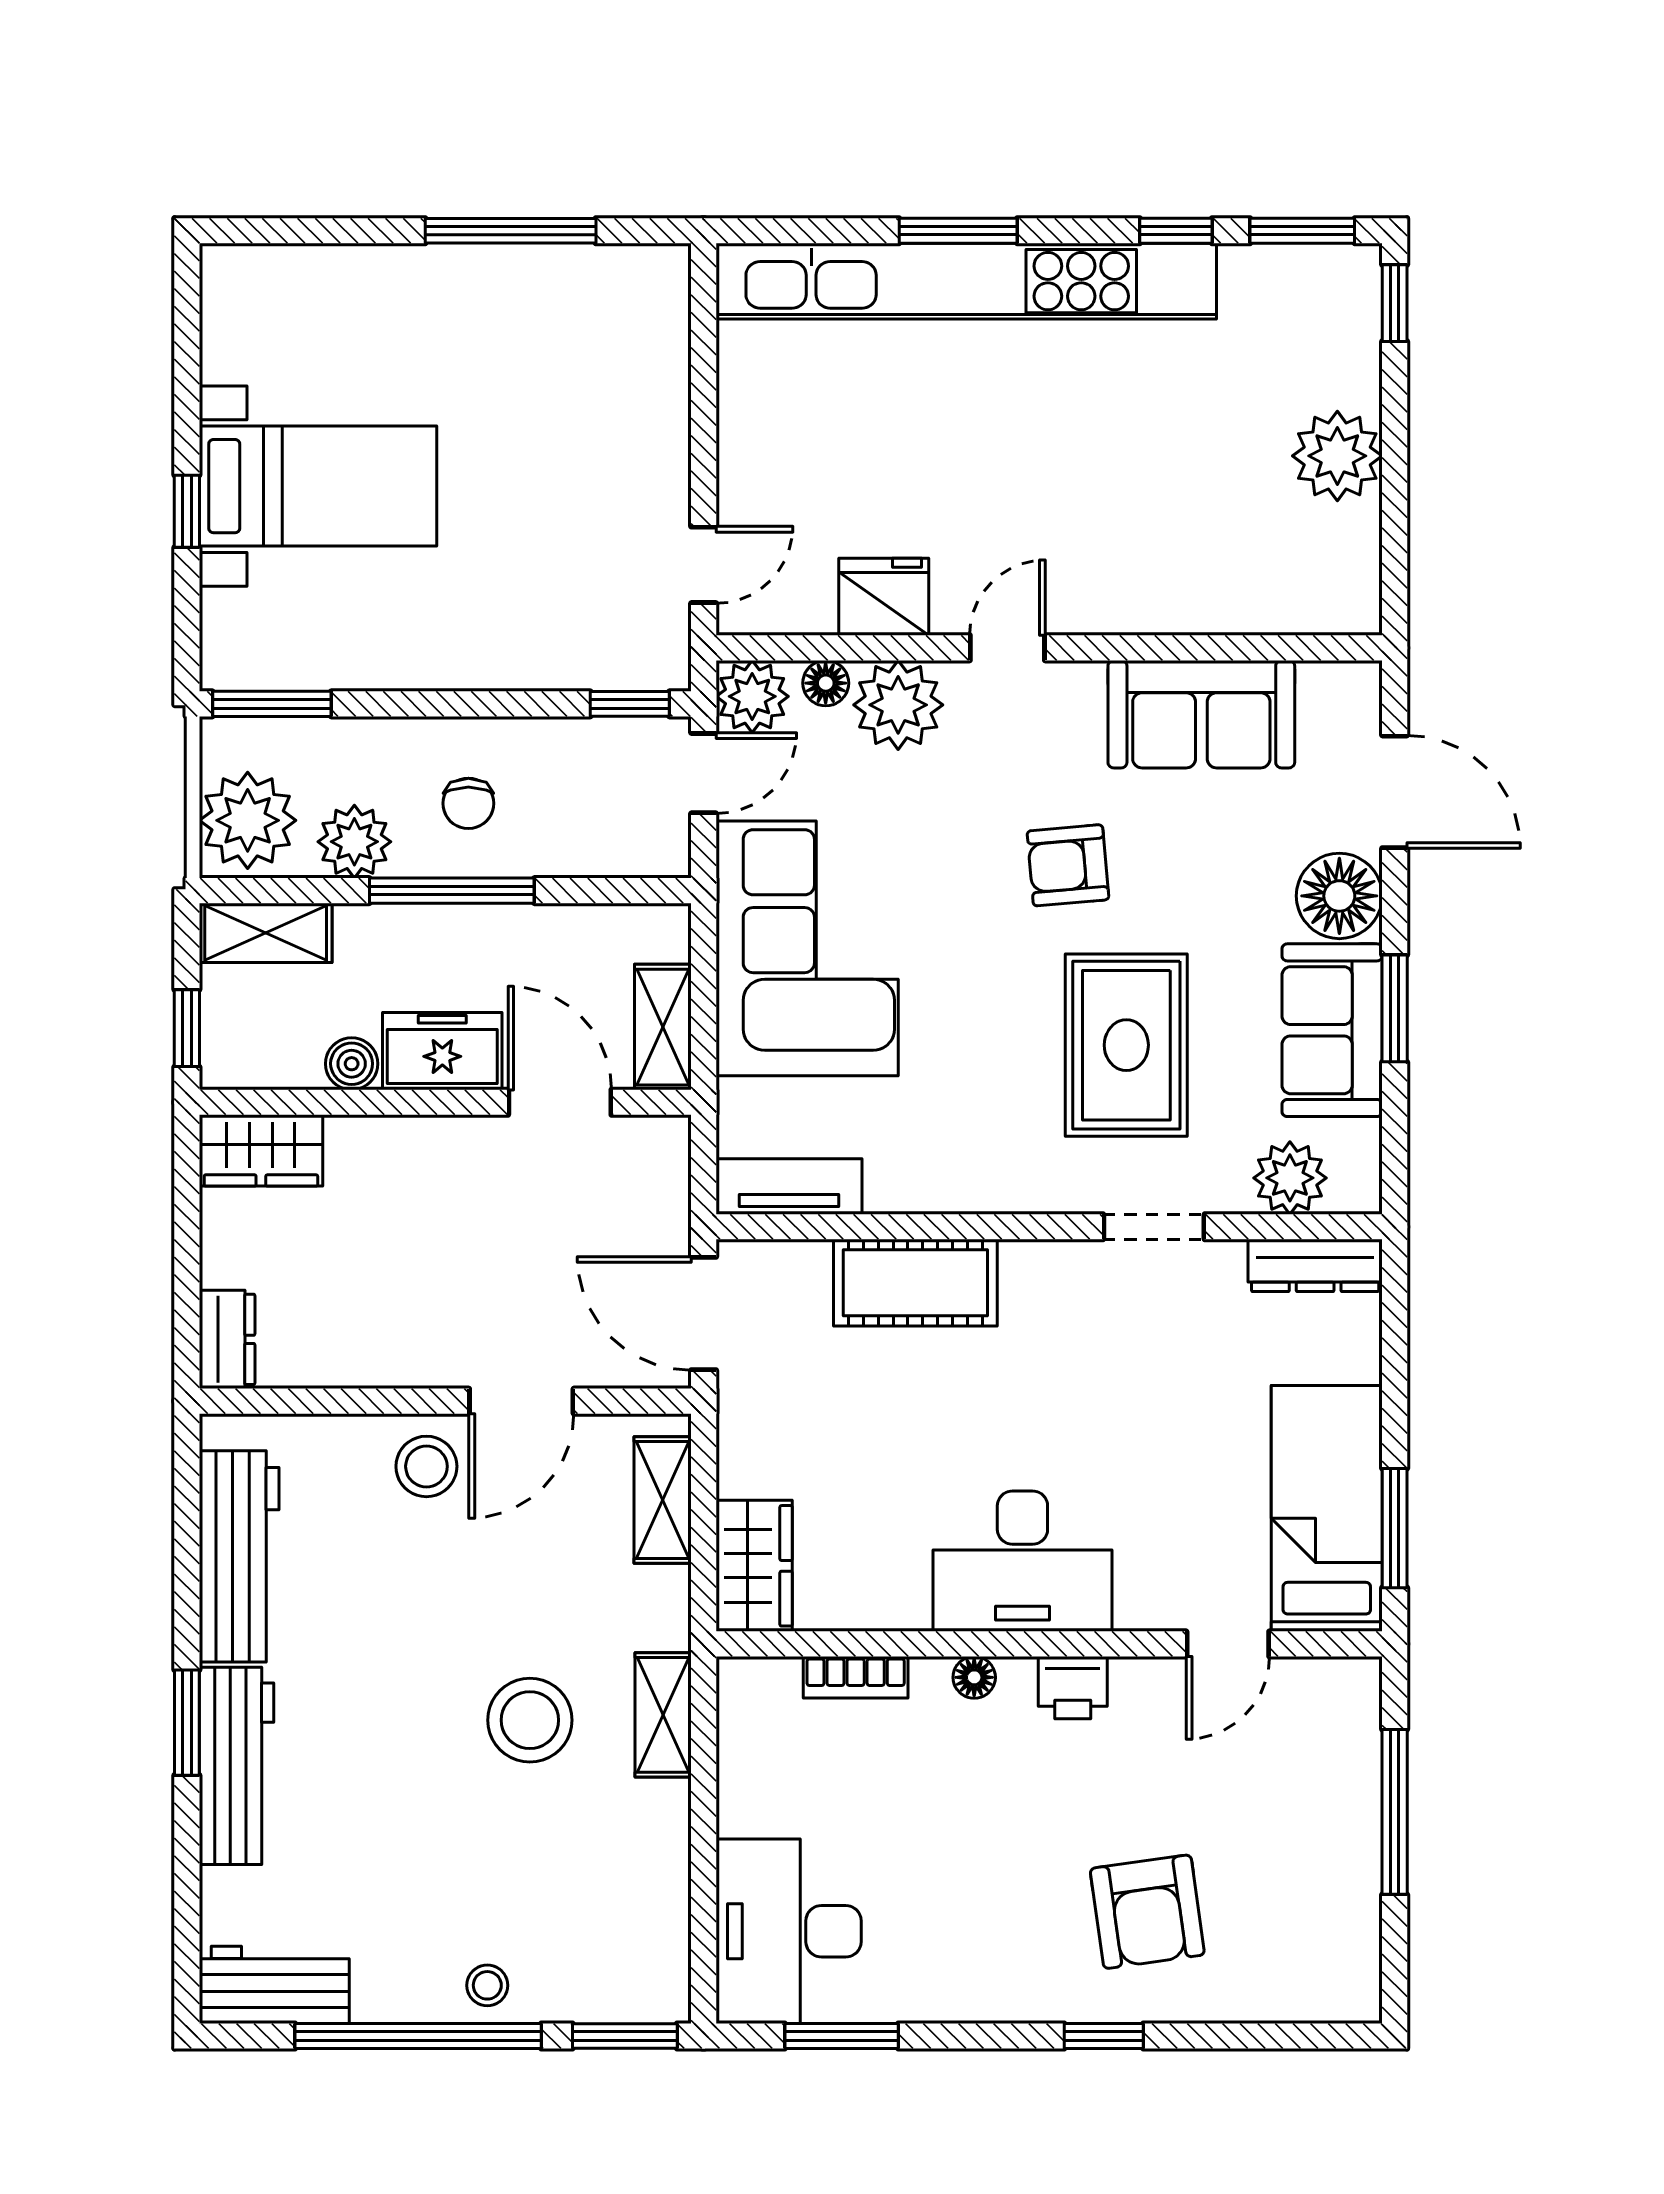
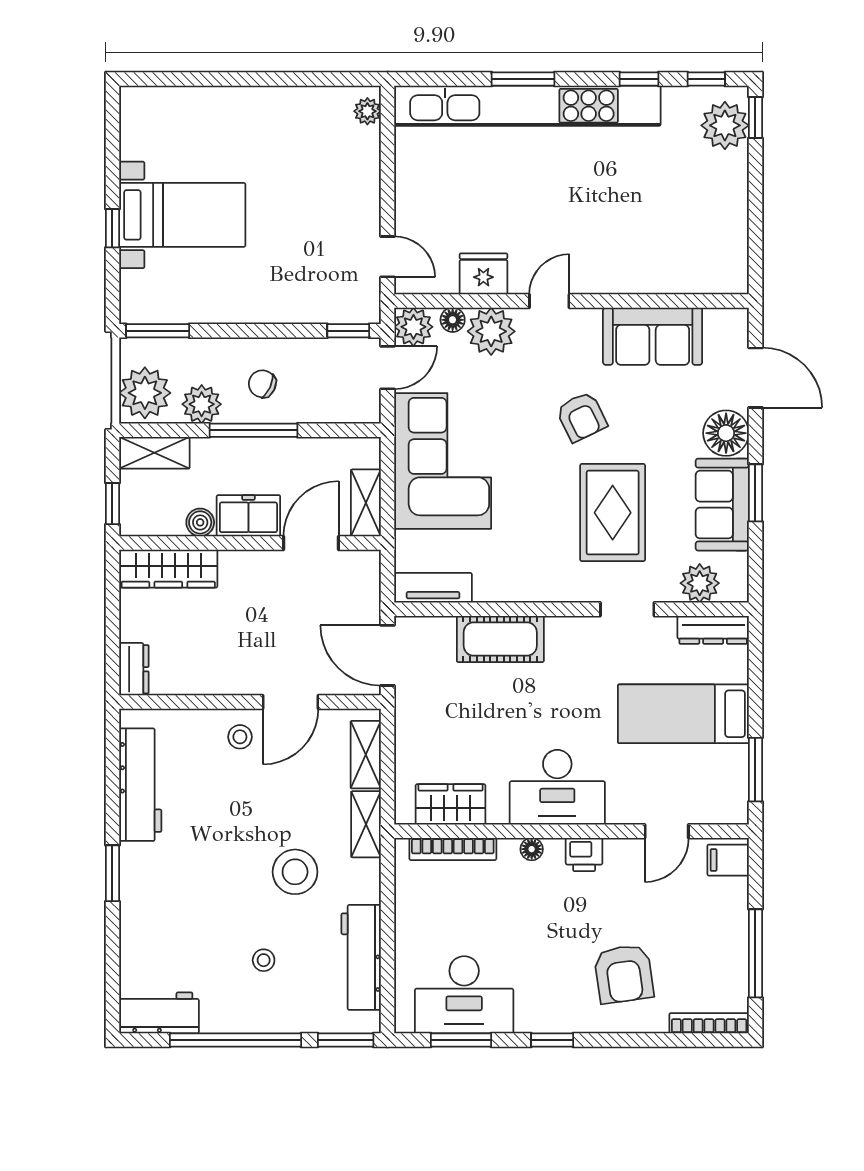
window: (511, 231) -> (285, 79), removed
window: (1302, 231) -> (706, 79), width x0.67
plant: (666, 291) -> (367, 111), added
plant: (1337, 456) -> (725, 125), moved
door: (704, 565) -> (388, 257), hinge flipped
chair: (468, 803) -> (262, 384), turned 115
armchair: (1068, 865) -> (582, 417), turned -111
door: (560, 1102) -> (311, 543), hinge flipped
wardrobe: (261, 1150) -> (168, 569), width x1.50
stool: (426, 1466) -> (240, 737), width x0.73, depth x0.73
bed: (1327, 1508) -> (683, 714), moved, turned -90
wardrobe: (754, 1566) -> (451, 804), moved, turned -90
bookcase: (856, 1677) -> (453, 849), width x1.56
filing cabinet: (1343, 1698) -> (728, 860), added
shelving: (663, 1715) -> (366, 824), moved
workbench: (236, 1766) -> (361, 957), moved, turned 180
window: (1395, 1812) -> (755, 953), moved
desk: (789, 1931) -> (464, 995), moved, turned -90
stool: (487, 1985) -> (264, 960), moved
bookcase: (1307, 2004) -> (709, 1023), added
window: (1104, 2036) -> (552, 1040), moved

